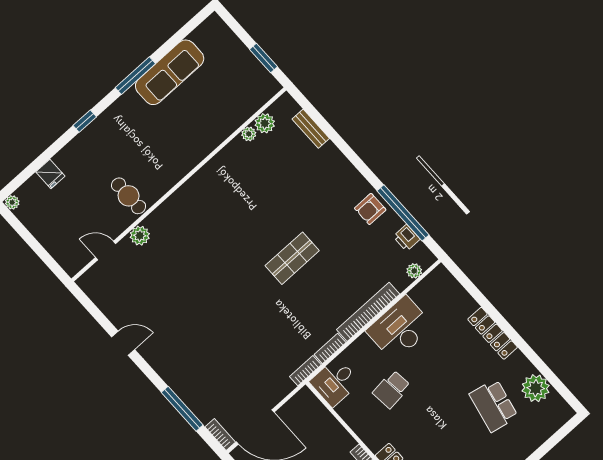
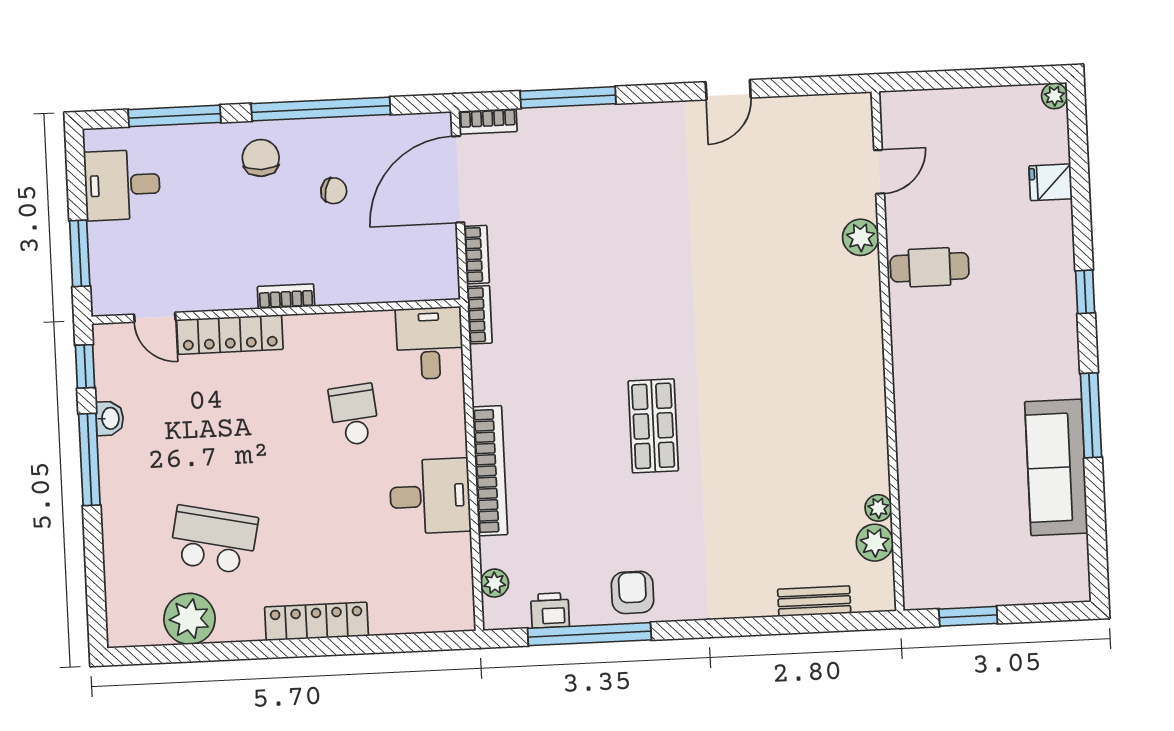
desk: (400, 329) -> (430, 496), width x0.73
bookcase: (330, 349) -> (477, 255), moved

